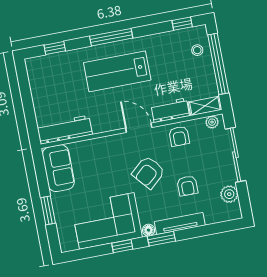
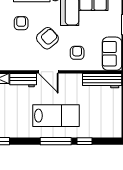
window: (55, 48) -> (85, 141), moved
armchair: (179, 136) -> (77, 53), moved

